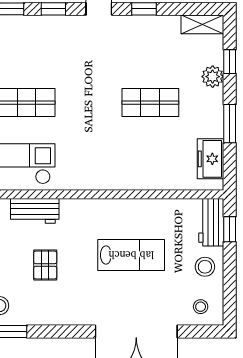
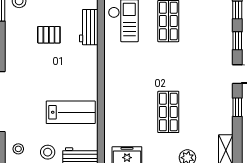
lab bench: (131, 255) -> (71, 112), moved, turned -90

